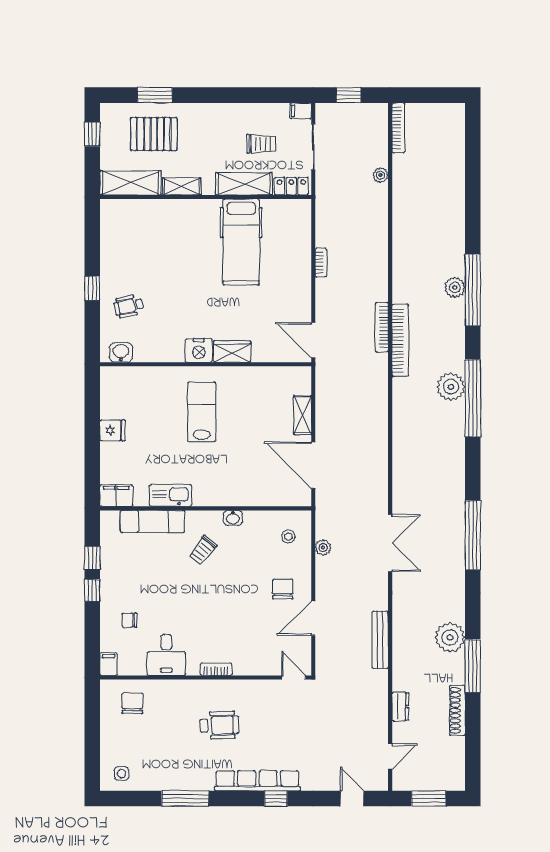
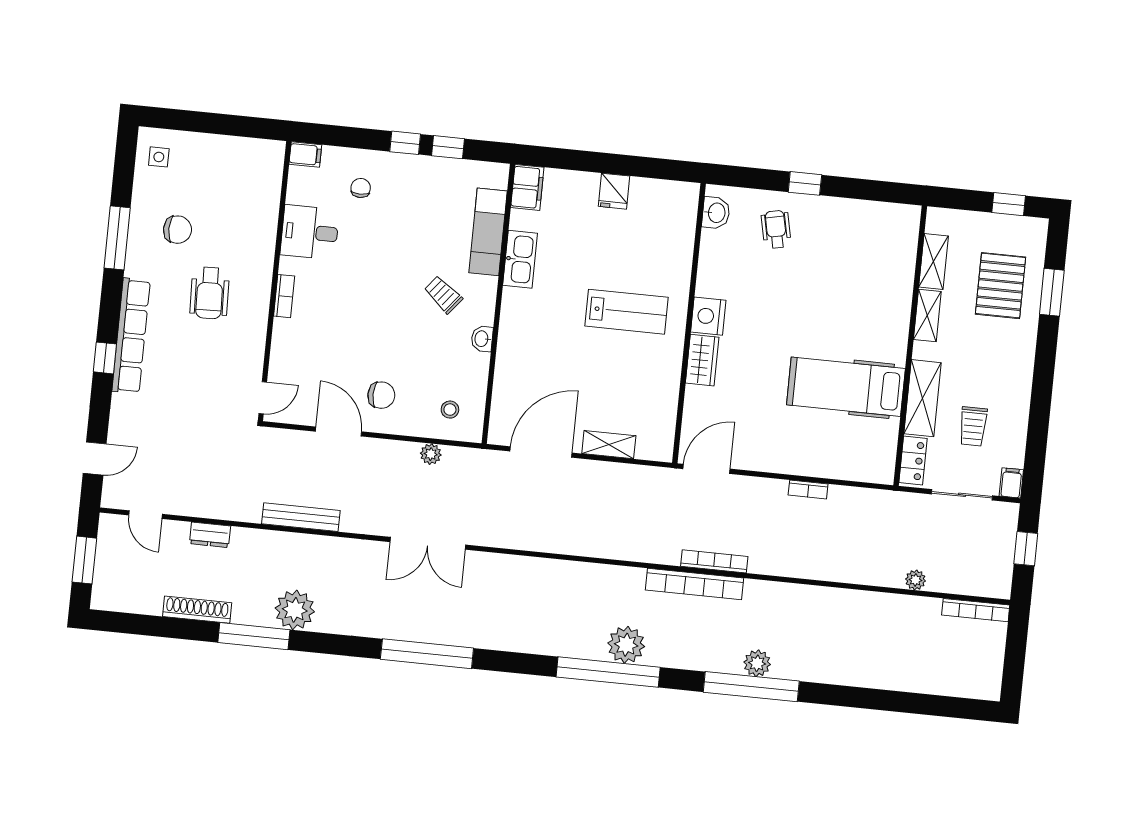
shelving: (131, 183) -> (934, 262), width x0.67, depth x0.75
chair: (132, 703) -> (177, 230), moved

